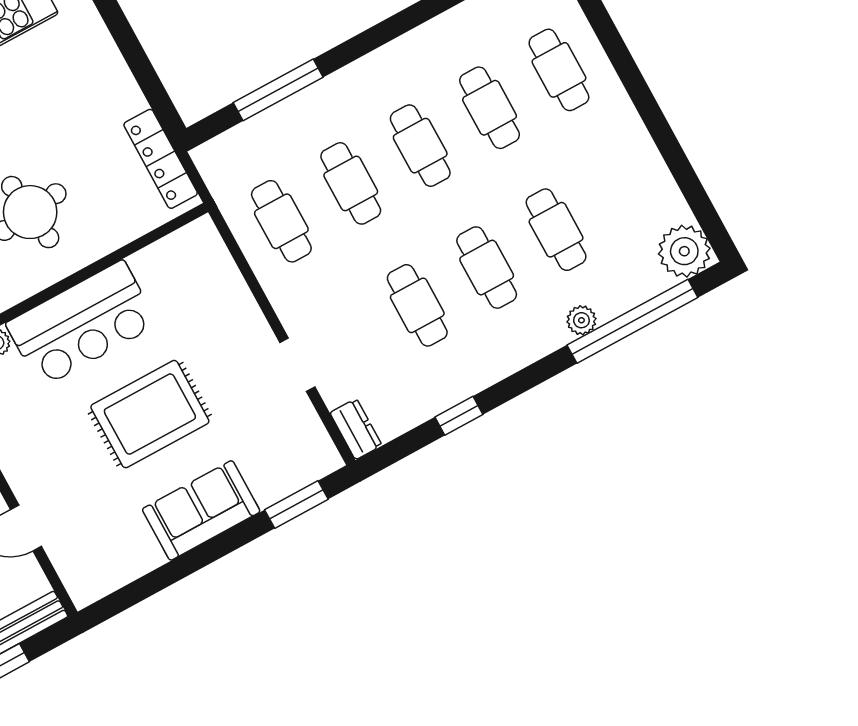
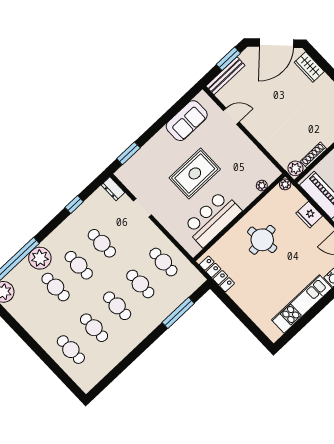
plant: (581, 320) -> (40, 258), width x1.88, depth x1.88
bar counter: (82, 324) -> (212, 219), moved
sofa: (201, 510) -> (187, 121), moved

